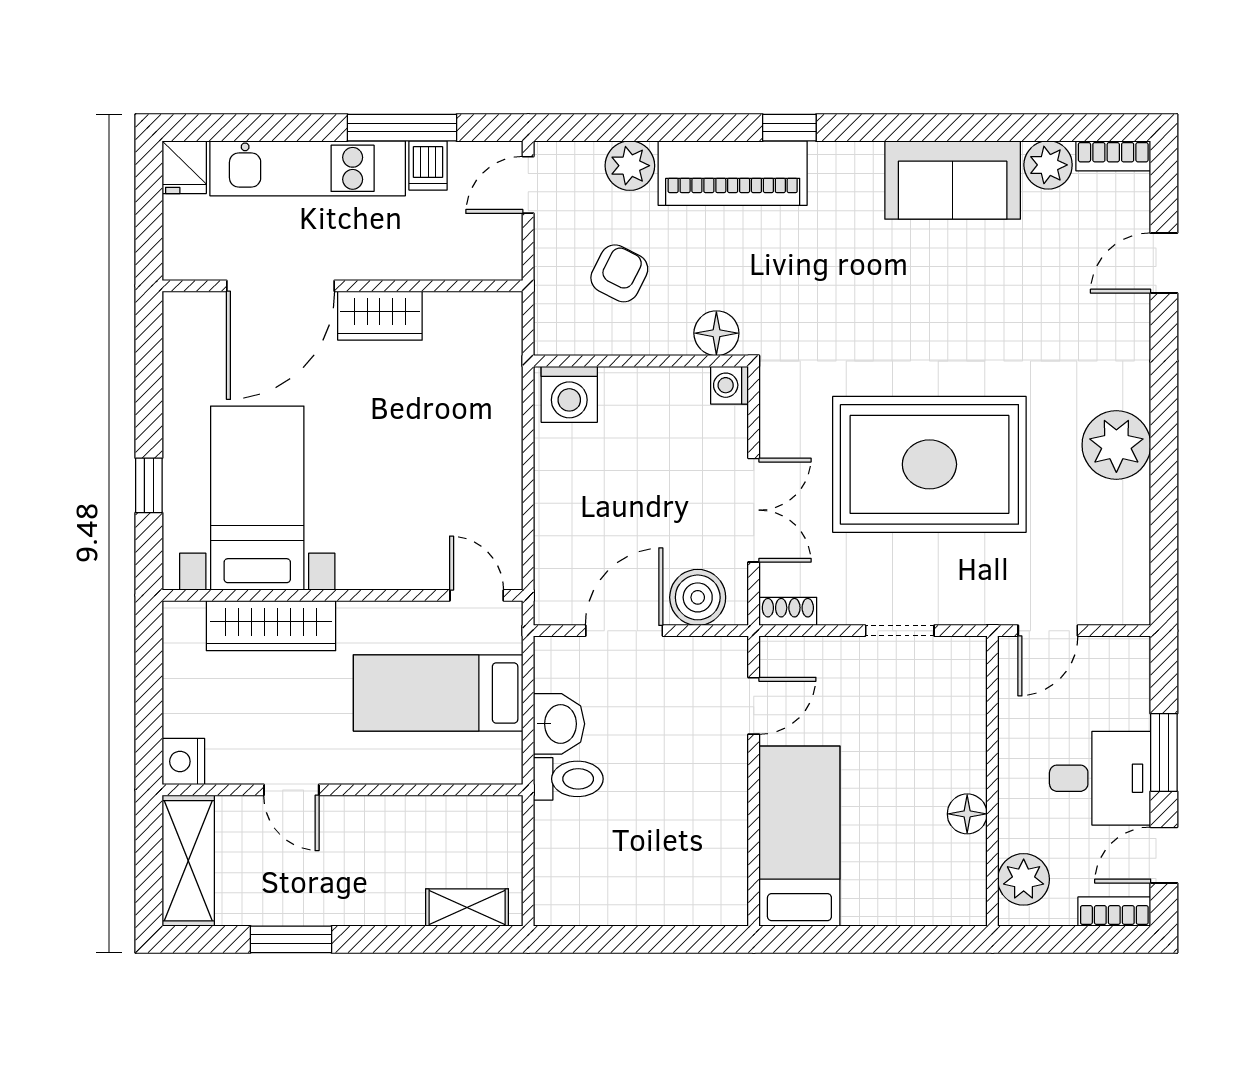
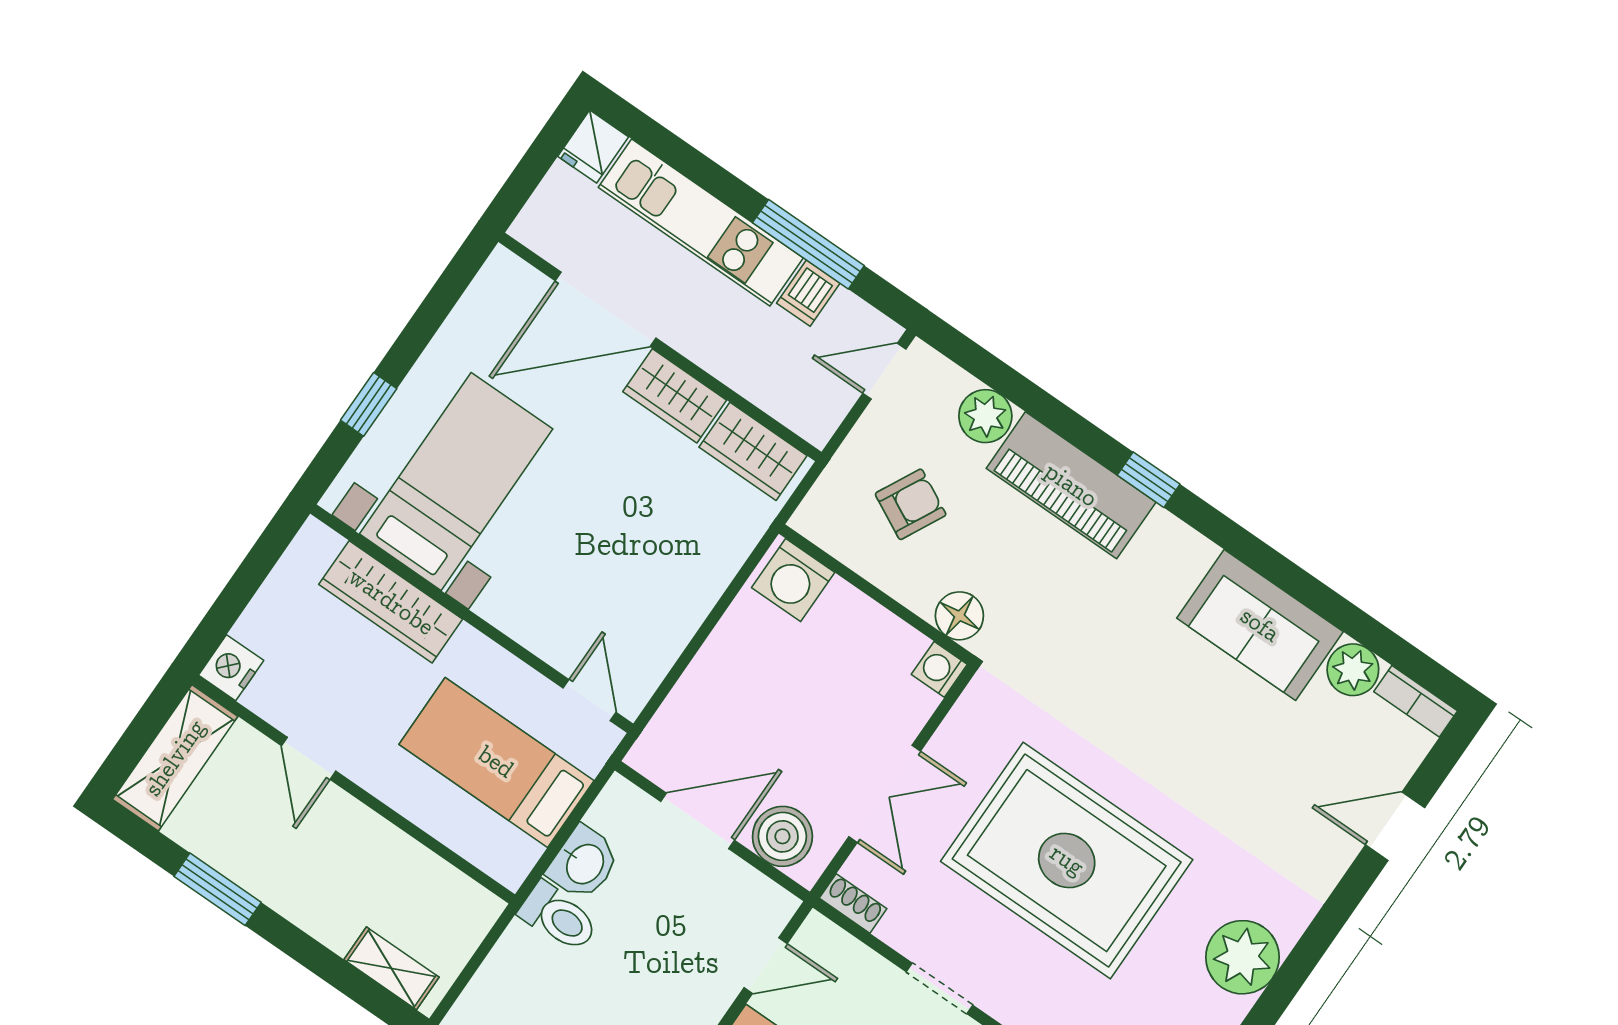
wardrobe: (470, 317) -> (753, 451), added

